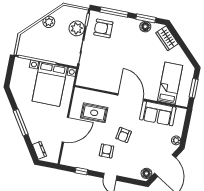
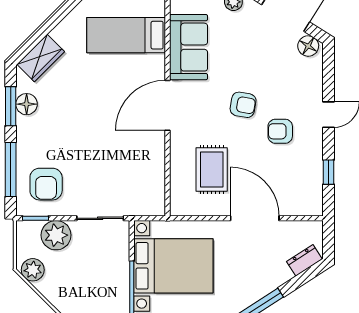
plant: (49, 22) -> (33, 270), moved

